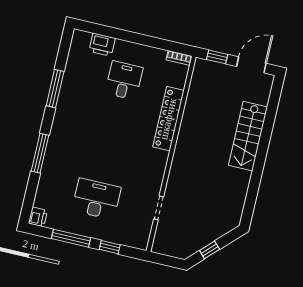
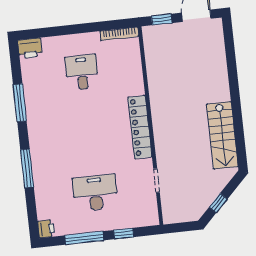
printer: (102, 45) -> (30, 48), moved
bookcase: (179, 58) -> (119, 34), width x1.56
locker: (168, 119) -> (140, 127), moved
stairs: (248, 136) -> (222, 135), moved

